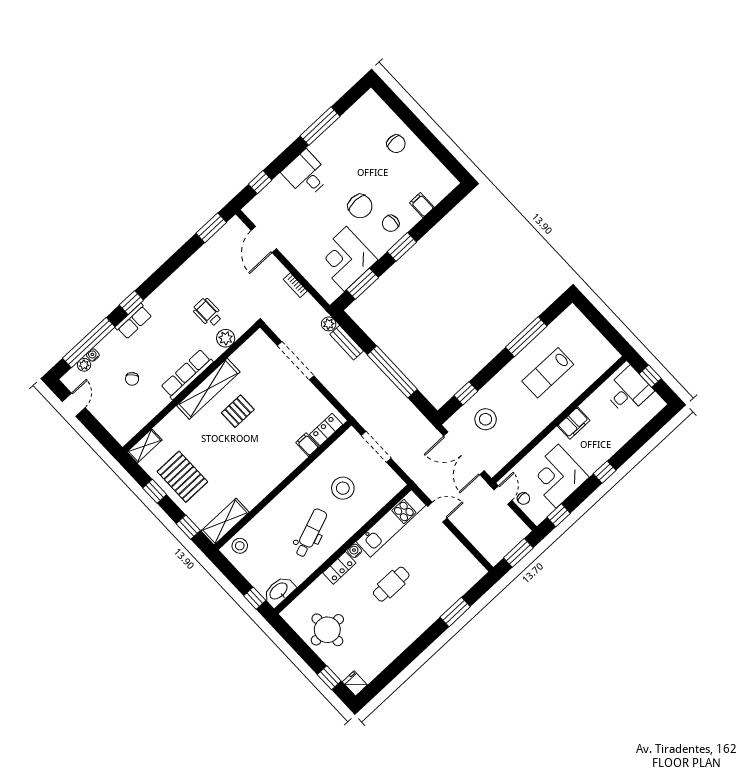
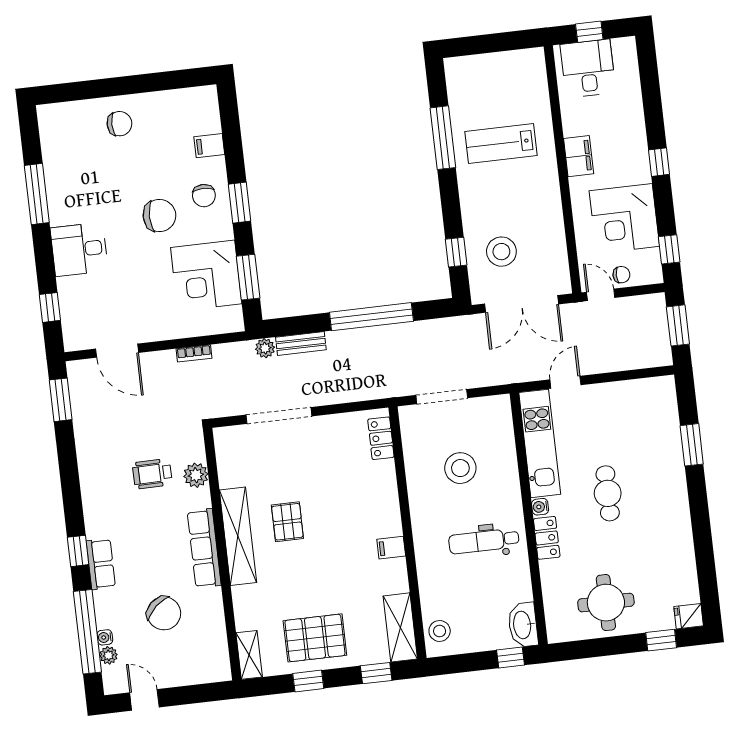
lab bench: (548, 373) -> (501, 143), turned 90
chair: (132, 379) -> (164, 613), width x1.87, depth x1.87
filing cabinet: (307, 445) -> (391, 548), moved
dental chair: (311, 533) -> (484, 541), turned -69

